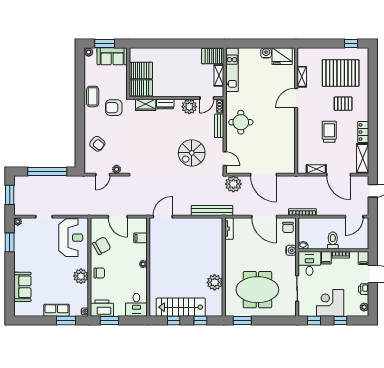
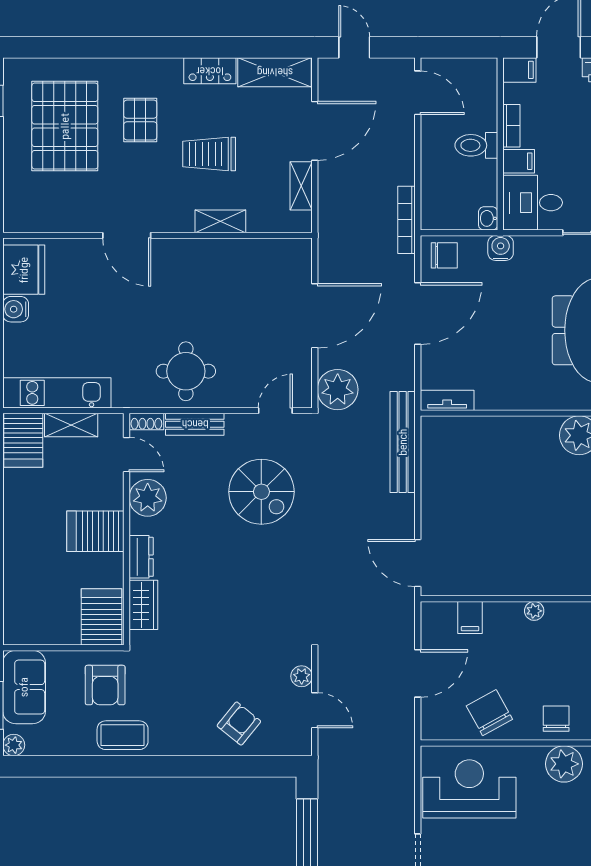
server rack: (141, 70) -> (95, 531), moved, turned -90
shelving: (302, 77) -> (220, 221), moved
armchair: (114, 108) -> (105, 685), moved

